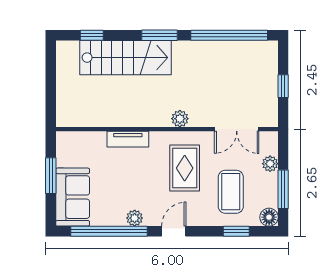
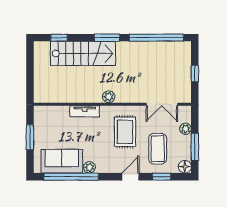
plant: (180, 119) -> (109, 97), moved
sofa: (73, 197) -> (62, 161), moved, turned -90
door: (174, 231) -> (130, 177), moved

